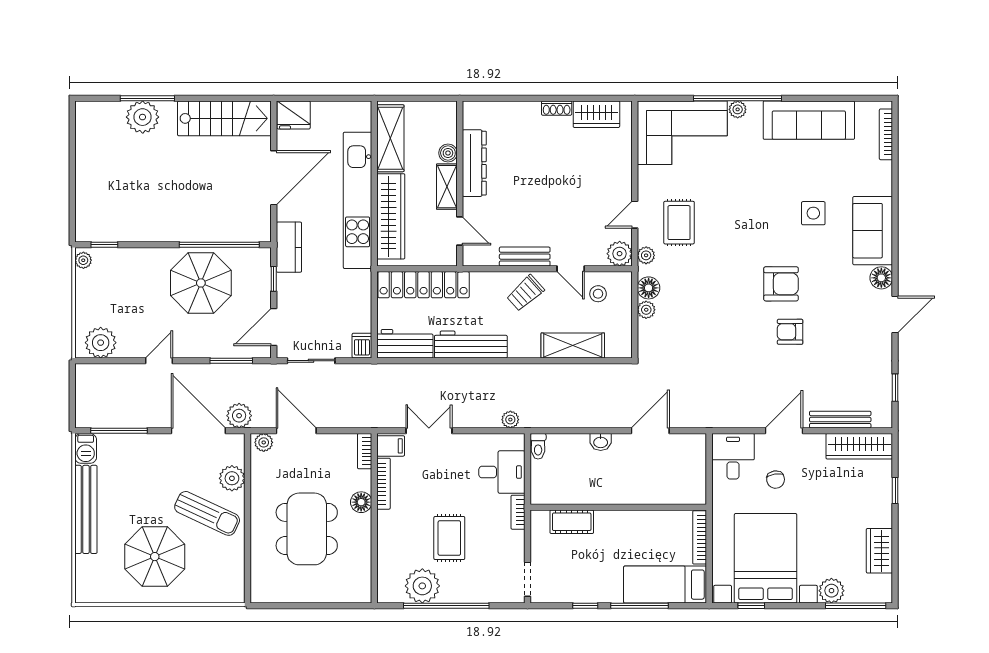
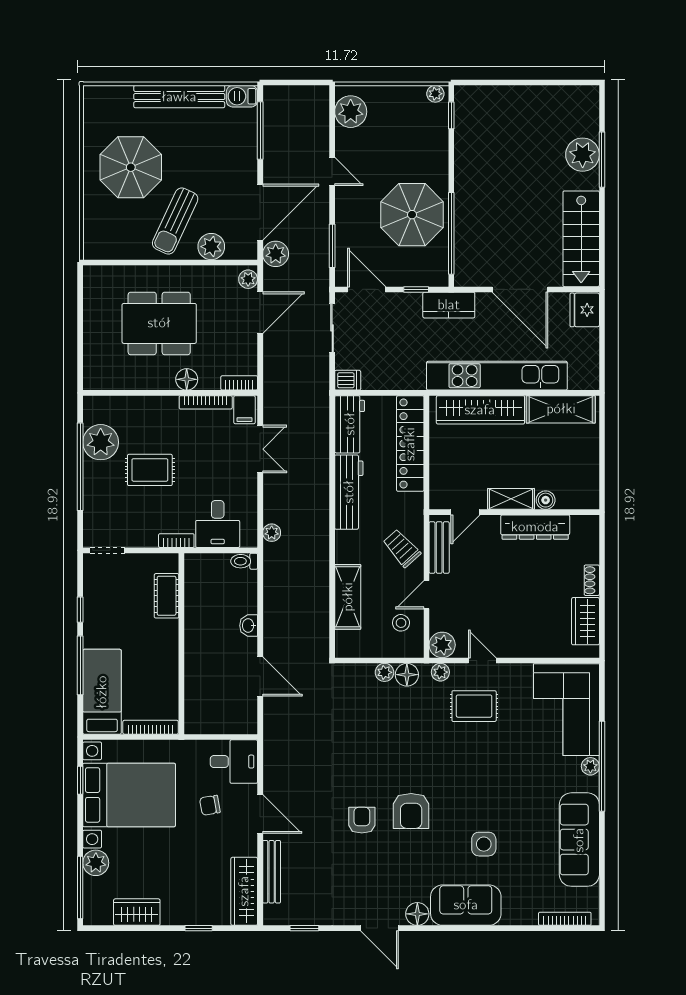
boiler: (448, 153) -> (546, 500), moved
dresser: (474, 163) -> (535, 527), moved
wall: (460, 183) -> (514, 512), moved
shelving: (447, 187) -> (511, 499), moved
door: (460, 231) -> (465, 512), moved

